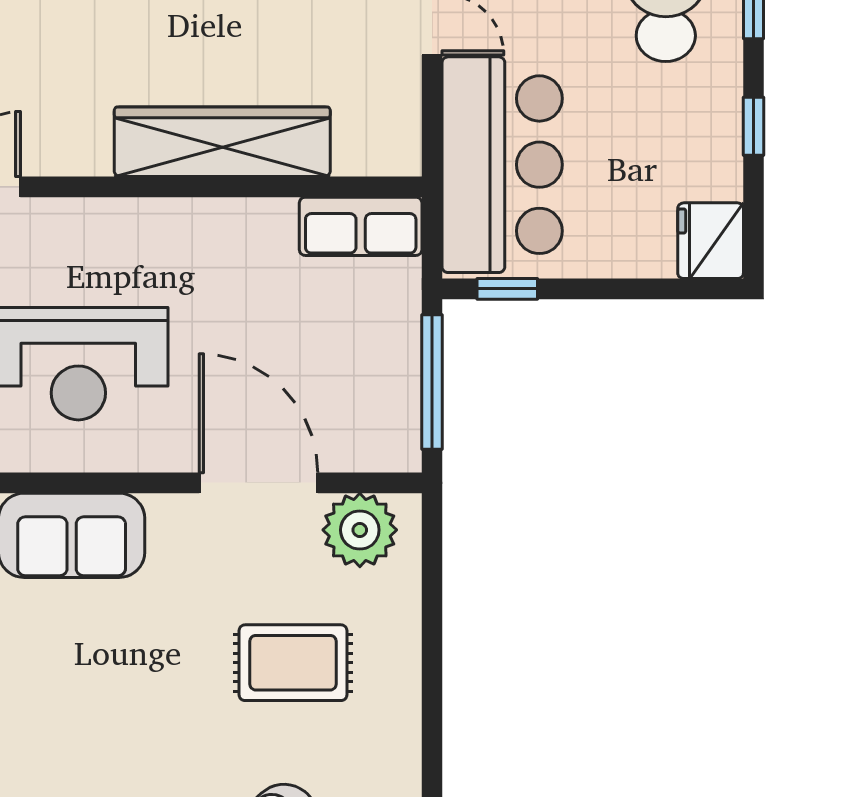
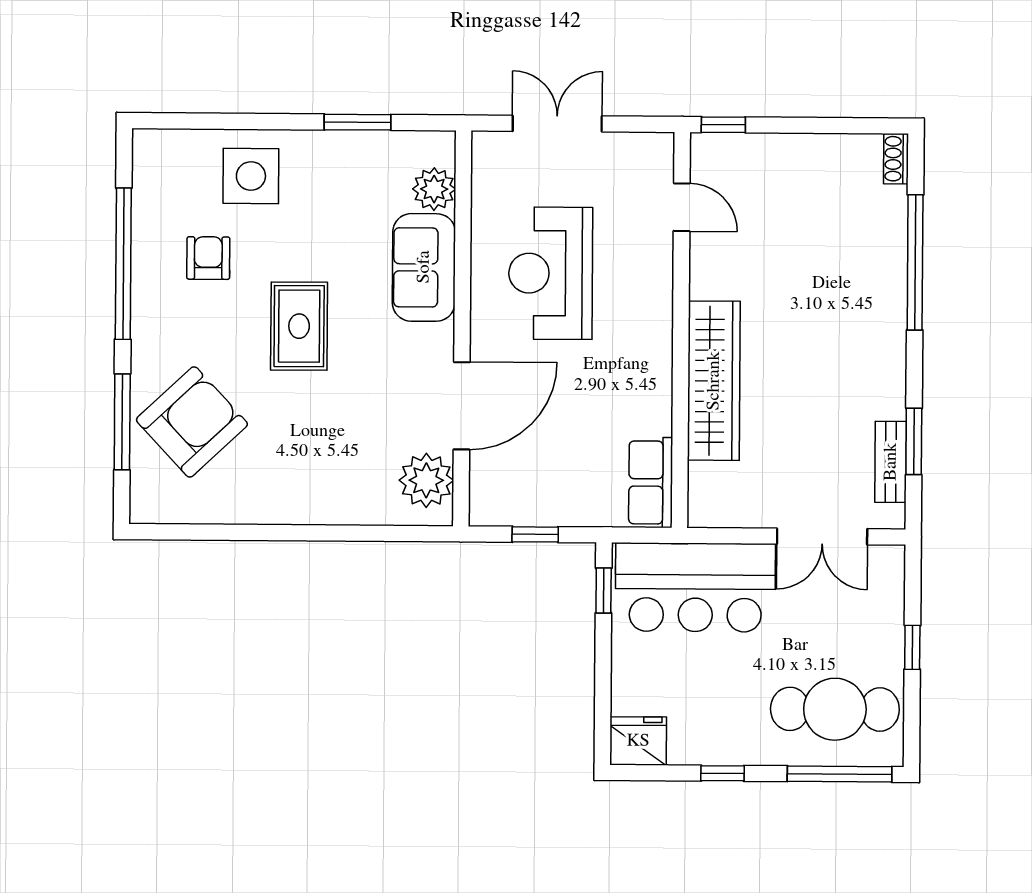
window: (432, 382) -> (535, 534), width x0.46
rug: (293, 663) -> (299, 326), moved

